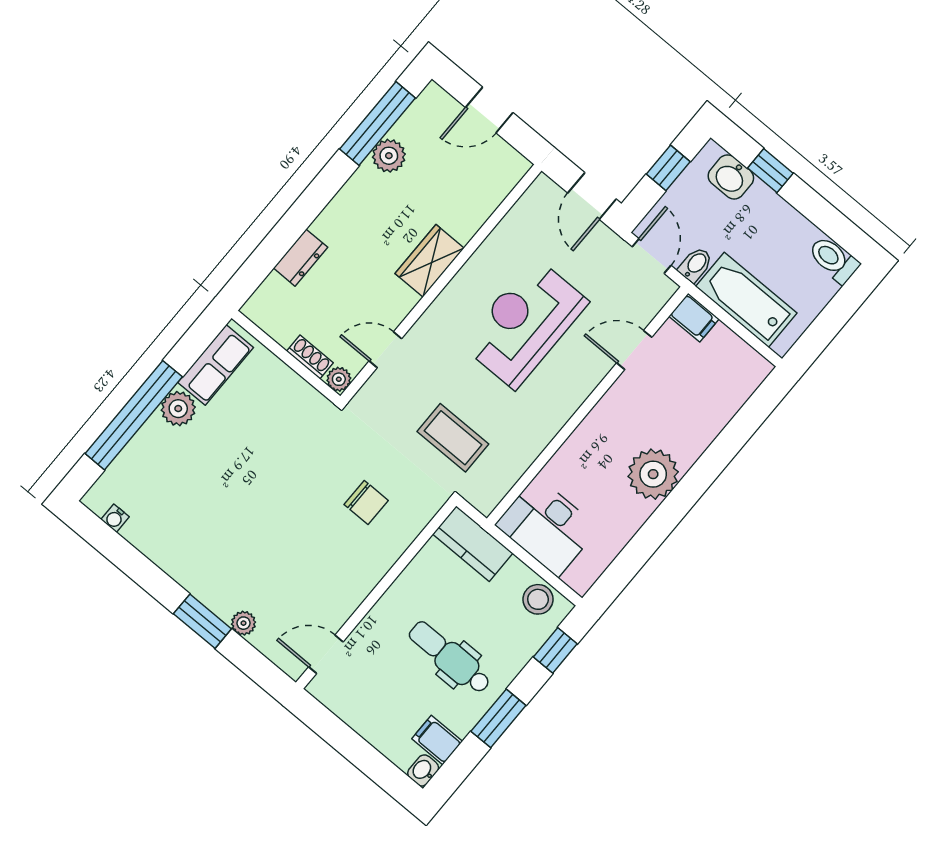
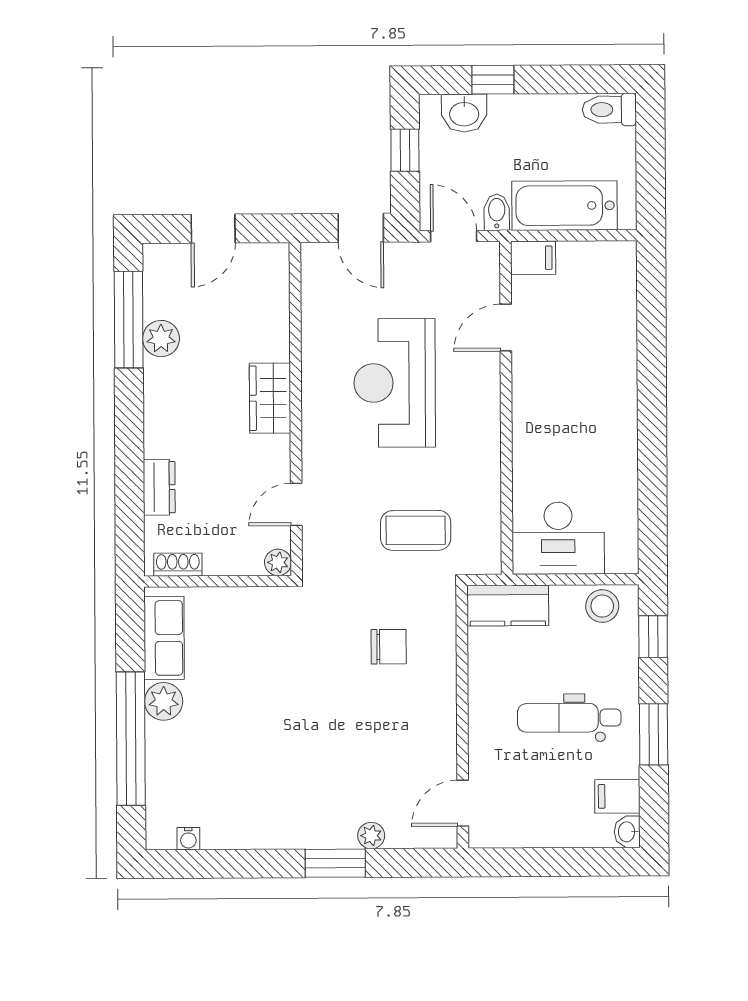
shoe rack: (310, 357) -> (178, 565), moved
plant: (653, 474) -> (610, 419), removed

